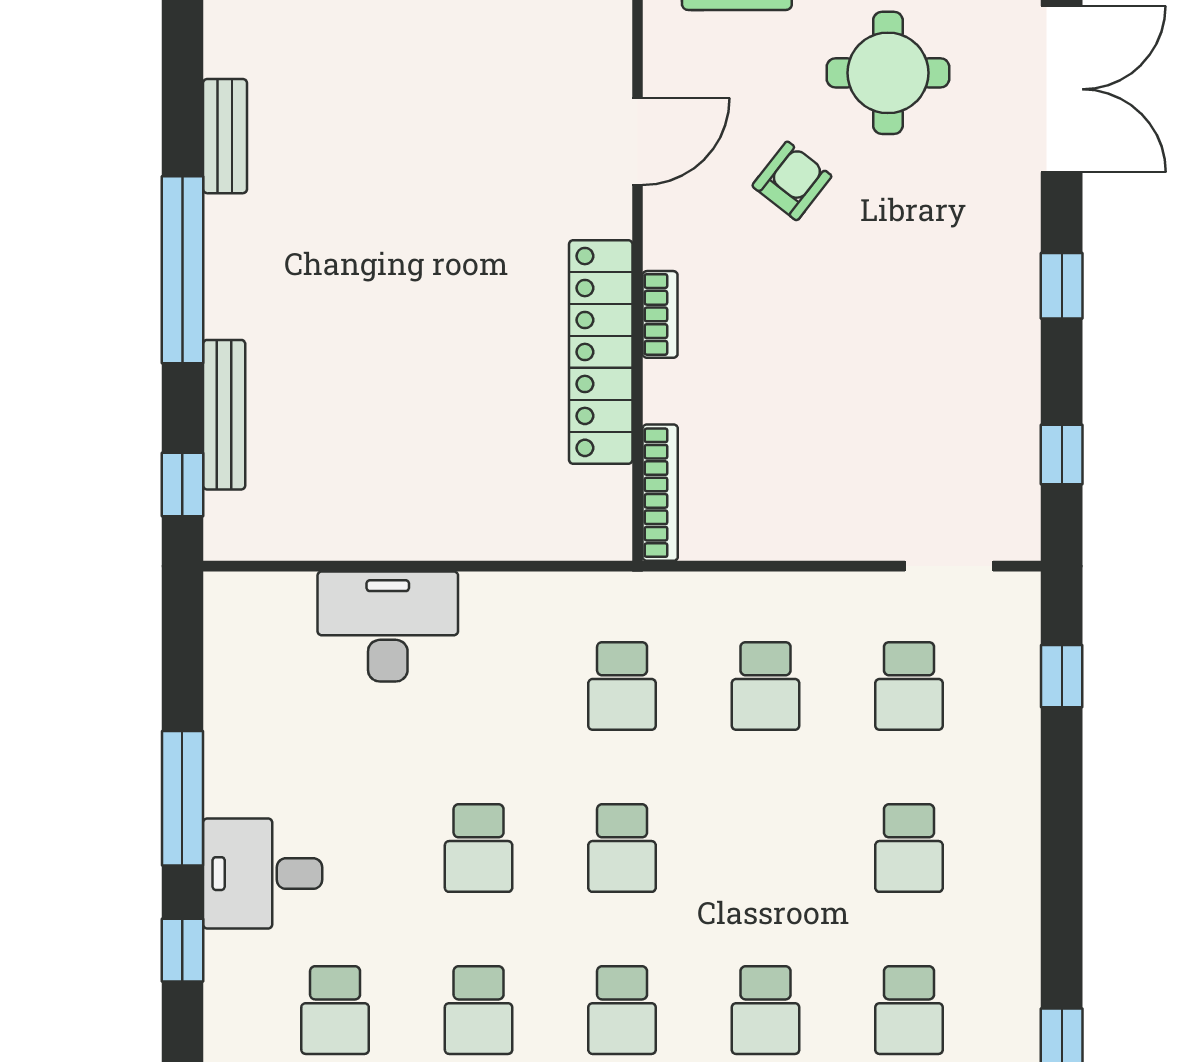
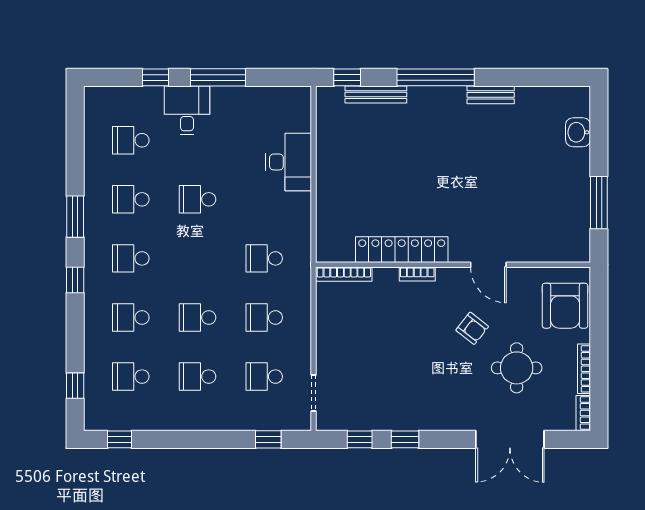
window: (1062, 286) -> (405, 439), moved
school desk: (622, 848) -> (197, 317), moved

